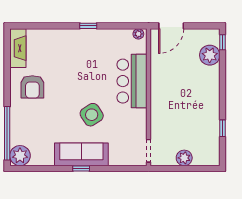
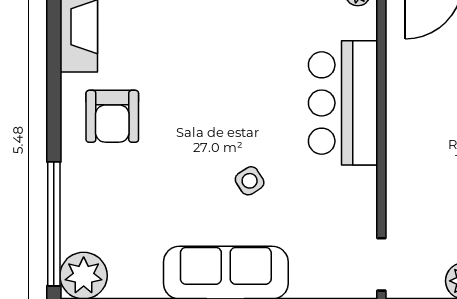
side table: (92, 115) -> (250, 181), width x0.54, depth x0.54

